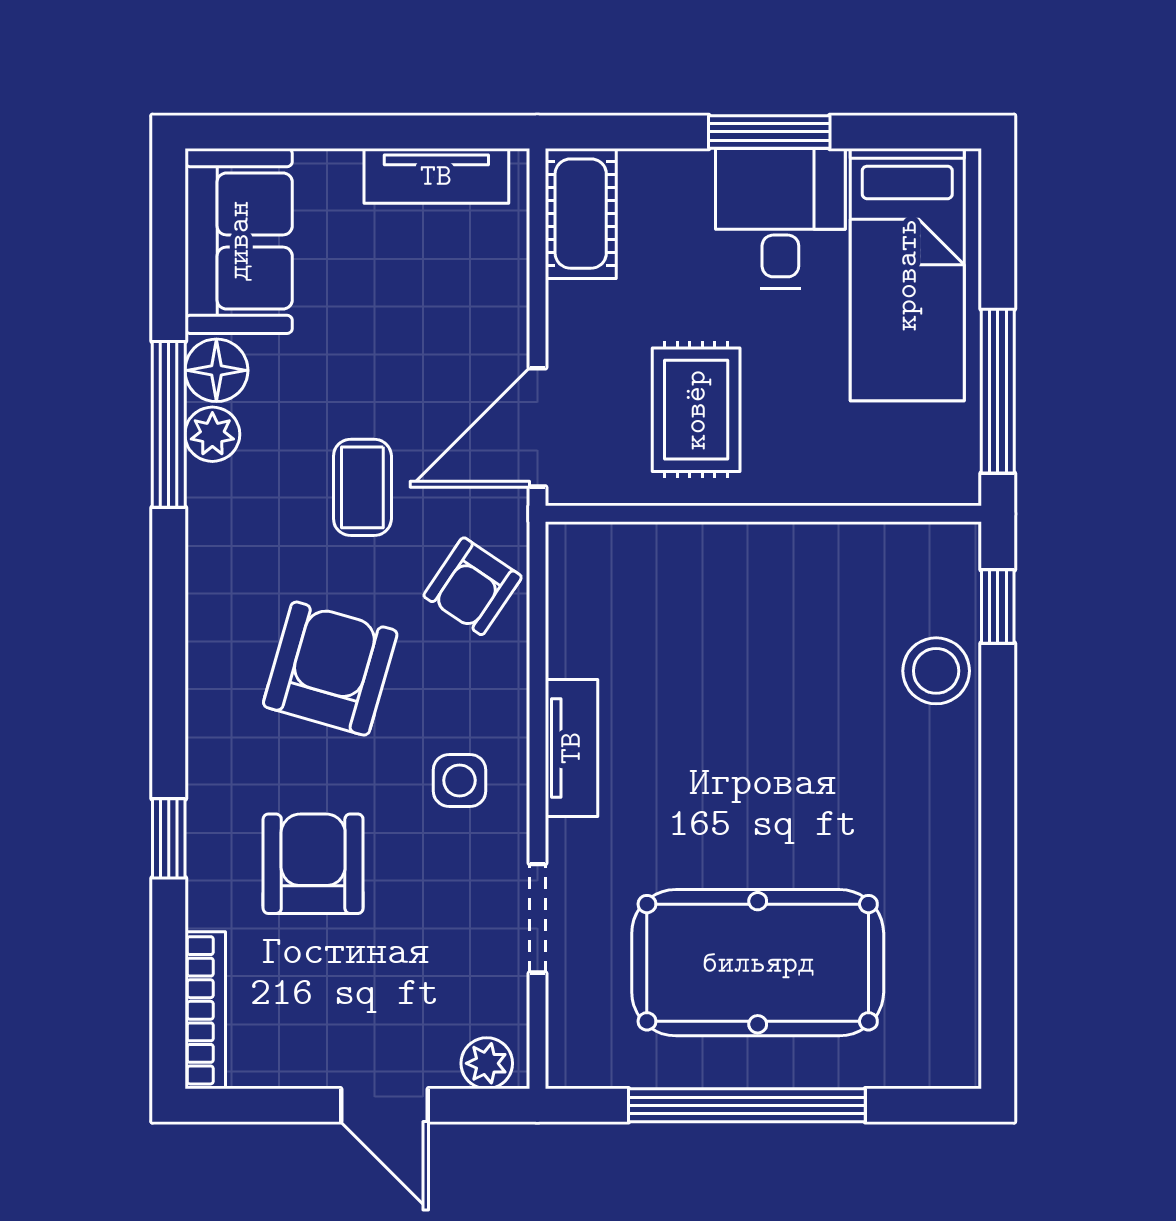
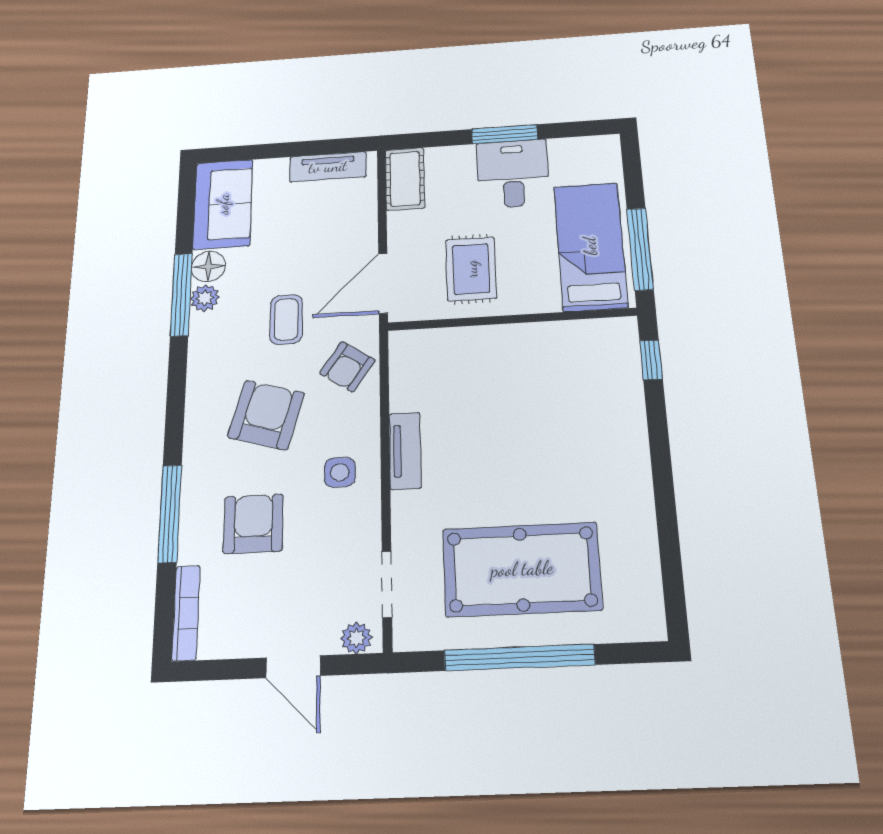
bed: (907, 275) -> (590, 246), moved, turned 180
stool: (936, 671) -> (618, 397), removed
window: (169, 838) -> (170, 513), width x2.17
doorway: (537, 918) -> (387, 584), moved

